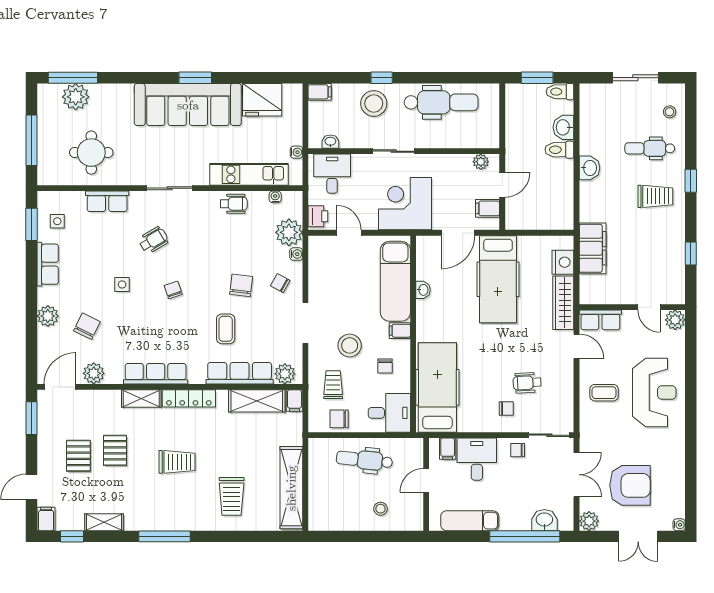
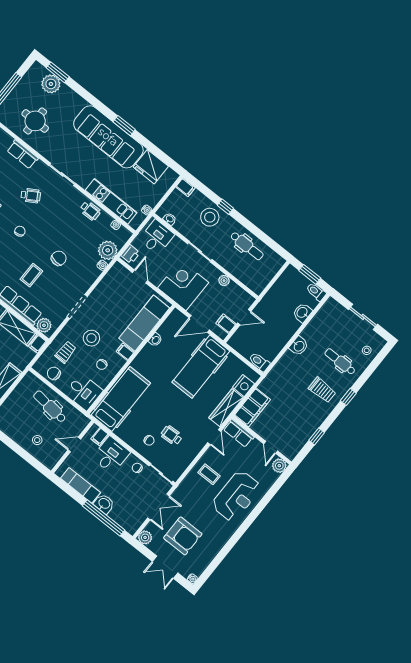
window: (73, 78) -> (58, 72), width x0.69
dental chair: (441, 102) -> (247, 246), width x0.73, depth x0.72
toilet: (559, 150) -> (259, 362), moved
plant: (481, 162) -> (224, 281), moved
filing cabinet: (593, 248) -> (252, 407), moved
chair: (280, 283) -> (81, 274), removed
washbasin: (544, 520) -> (104, 504), moved

